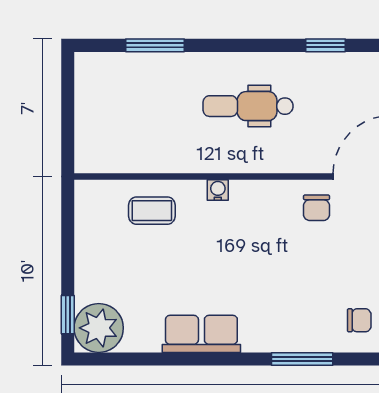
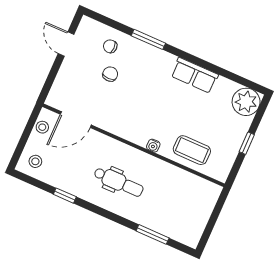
chair: (317, 208) -> (110, 74), moved
coffee table: (152, 211) -> (192, 150), width x1.36, depth x1.30
window: (68, 315) -> (247, 143), moved

